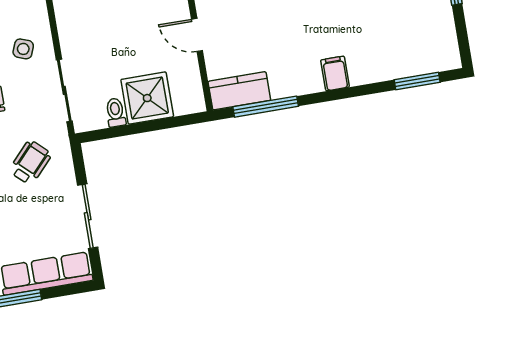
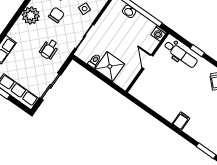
kitchen counter: (239, 91) -> (143, 95), removed
window: (266, 107) -> (147, 109), removed
wheelchair: (30, 163) -> (49, 49), turned 135

